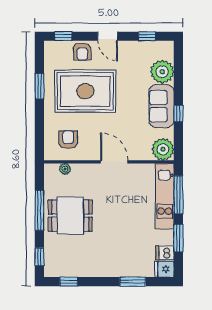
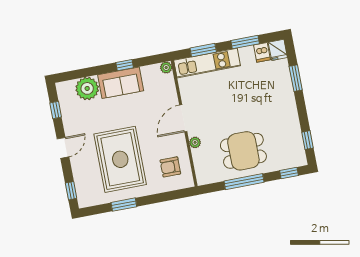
armchair: (82, 52) -> (82, 170), removed
plant: (163, 149) -> (166, 68), width x0.53, depth x0.53
plant: (65, 169) -> (195, 142), moved
window: (178, 195) -> (203, 50), width x0.69
dining table: (70, 216) -> (243, 151), turned 90

